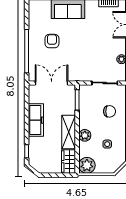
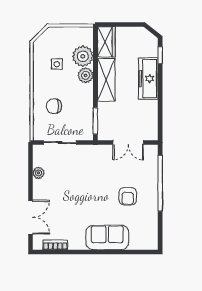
double door: (52, 83) -> (128, 142), width x0.73
freezer: (36, 120) -> (148, 79), moved
plant: (87, 165) -> (83, 56), moved

